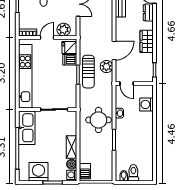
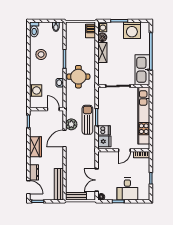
plant: (64, 30) -> (109, 157), removed
stool: (140, 145) -> (41, 54), added
toilet: (133, 173) -> (34, 29), moved

